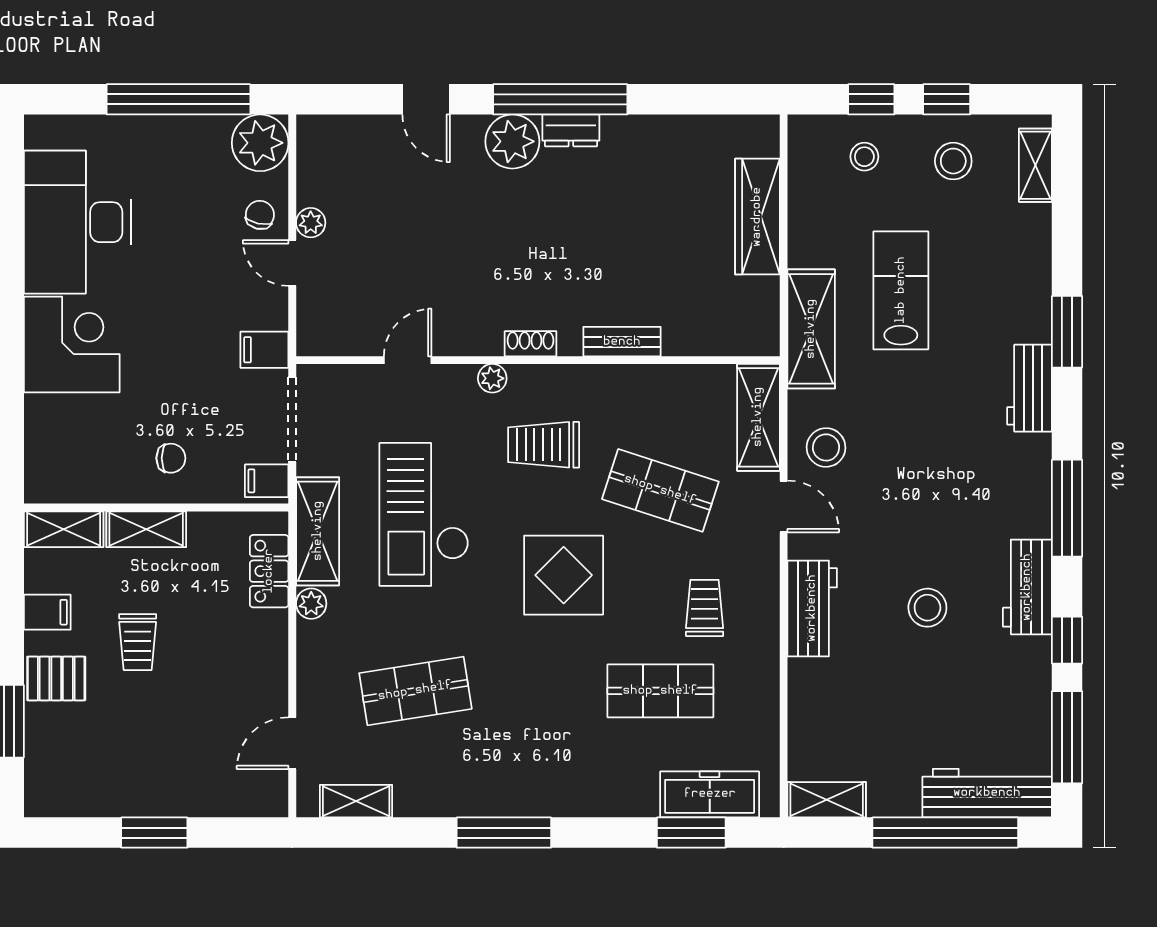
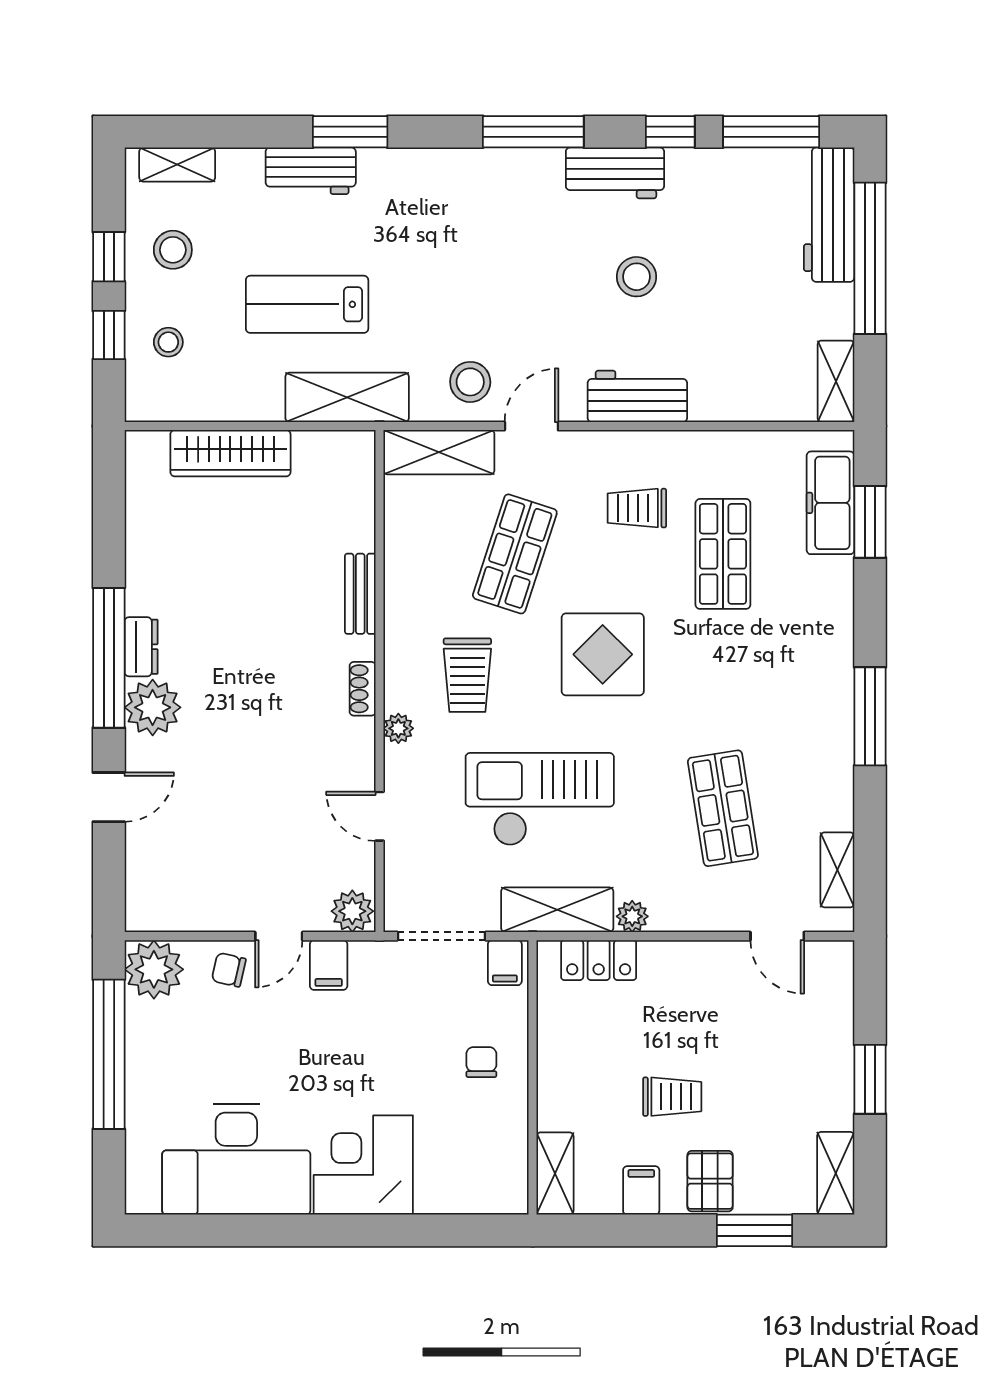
plant: (311, 223) -> (352, 911), moved, width x1.38, depth x1.38
filing cabinet: (264, 350) -> (329, 965), moved
workbench: (1029, 388) -> (311, 171), moved
checkout: (424, 514) -> (540, 799), turned 180
shelving: (146, 529) -> (836, 1173), moved

